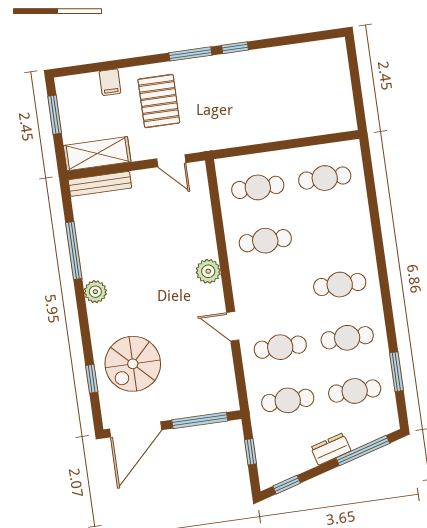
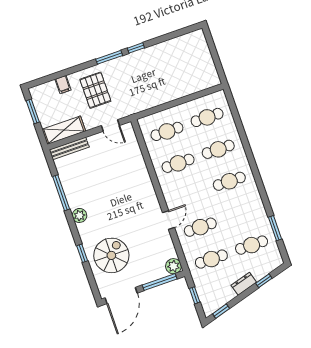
plant: (208, 271) -> (173, 266), moved
door: (233, 326) -> (168, 220), swing flipped
cafe table: (347, 338) -> (218, 149), moved
spiral stairs: (133, 364) -> (111, 255), turned 180
window: (92, 379) -> (82, 253), moved
window: (363, 451) -> (264, 281), width x0.46

